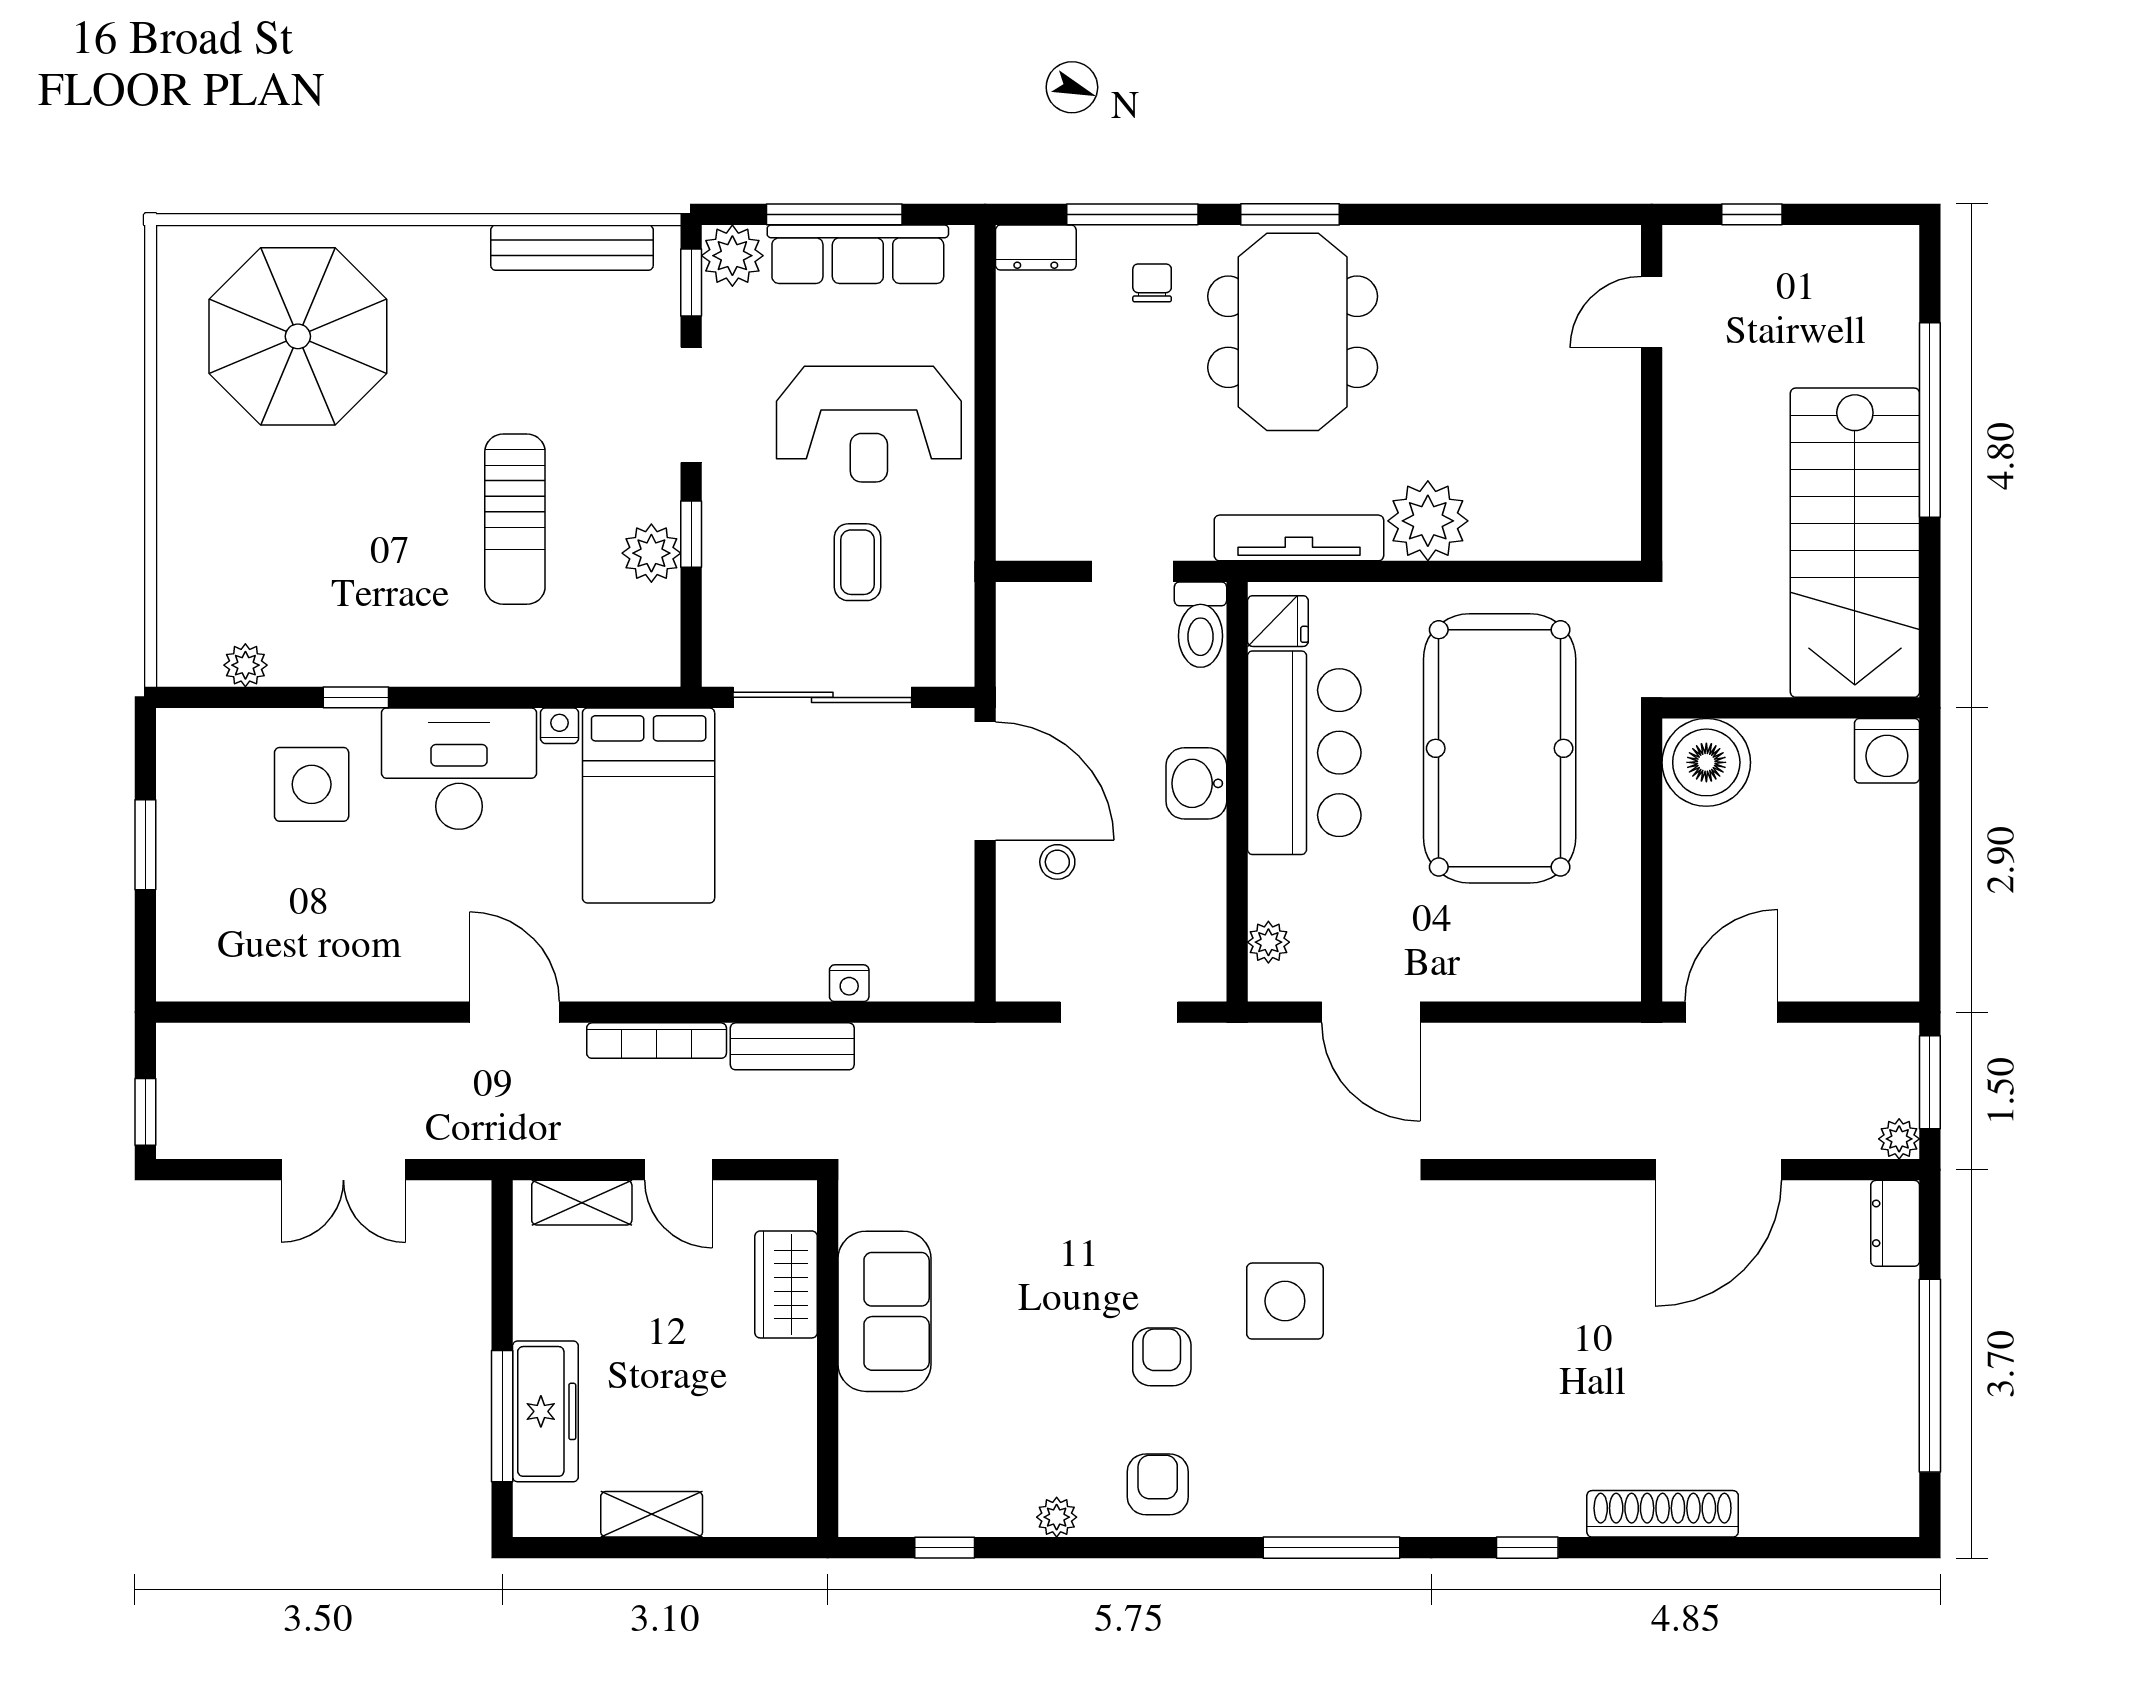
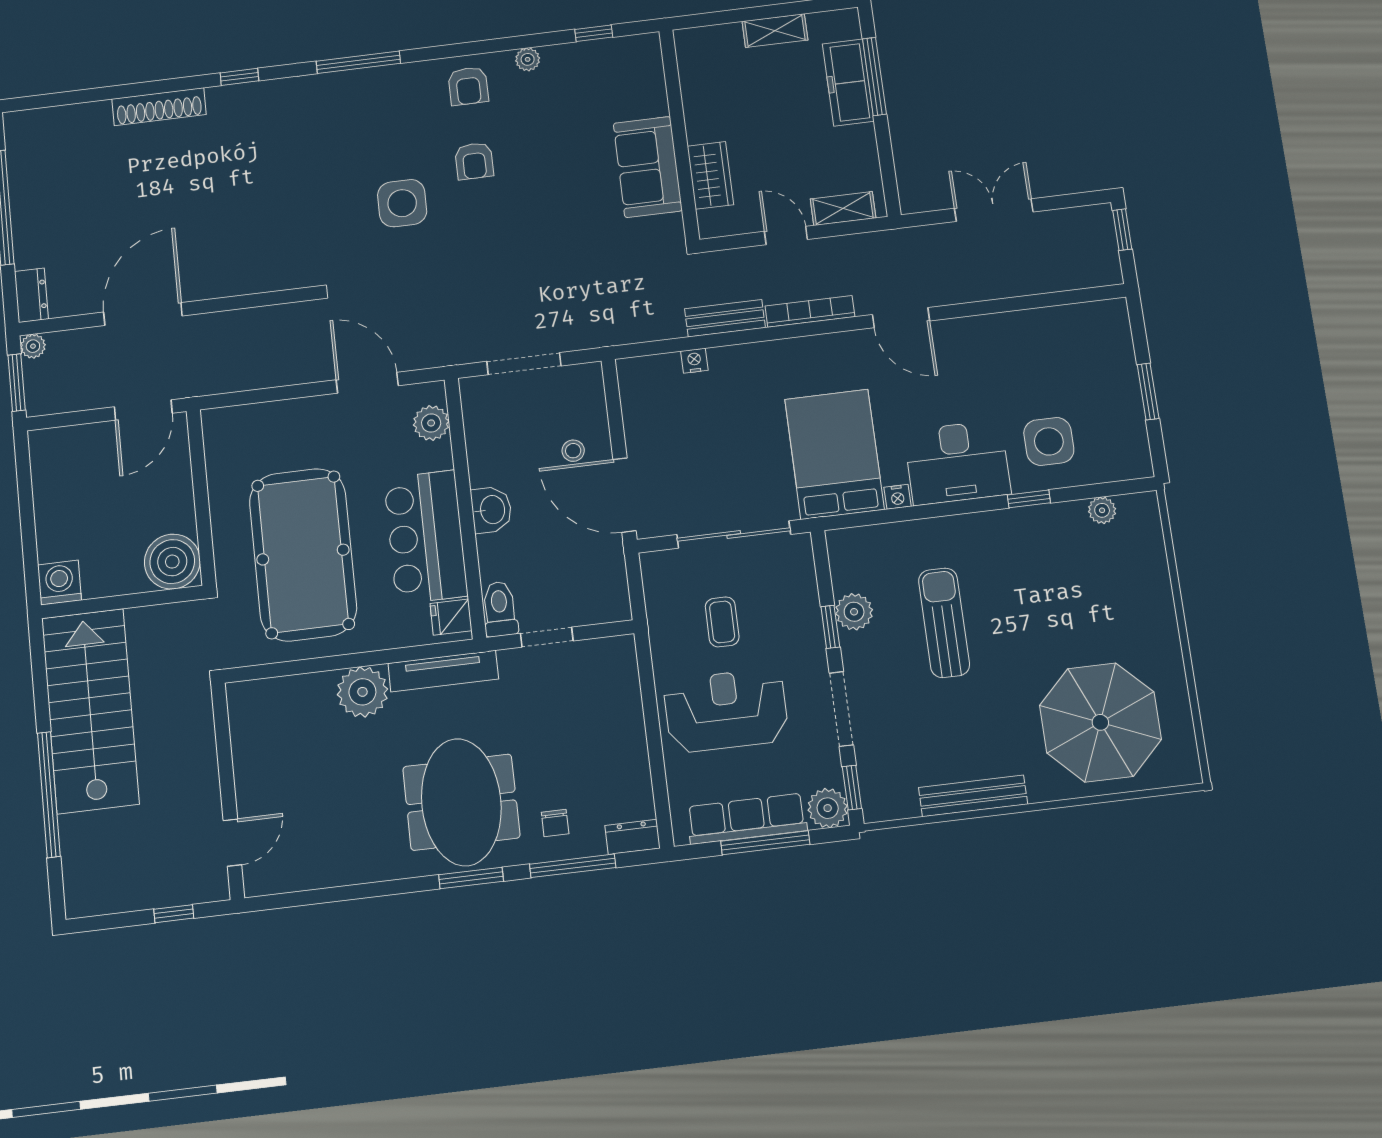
bench: (572, 248) -> (973, 796), moved
plant: (1268, 942) -> (431, 423), width x1.38, depth x1.38

